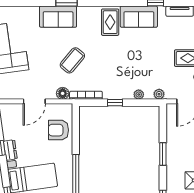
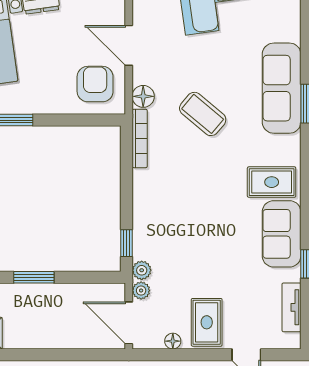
sofa: (58, 17) -> (282, 88), width x1.36
plant: (139, 95) -> (141, 291), moved
window: (115, 103) -> (126, 243), moved
armchair: (58, 130) -> (95, 84), moved

